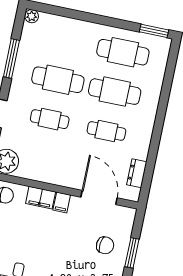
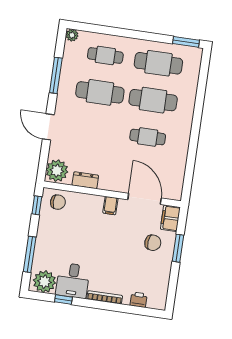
cafe table: (50, 119) -> (105, 55), moved
dresser: (137, 173) -> (85, 180), moved, turned 90
filing cabinet: (41, 198) -> (170, 218), moved, turned 90

